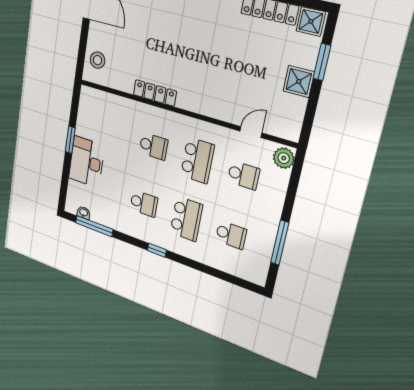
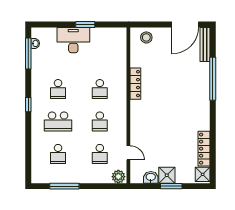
window: (322, 62) -> (171, 186), moved
washbasin: (296, 108) -> (151, 177), added
school desk: (197, 160) -> (100, 122), width x0.54

